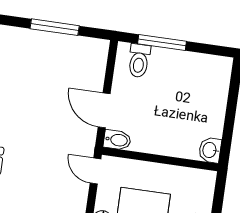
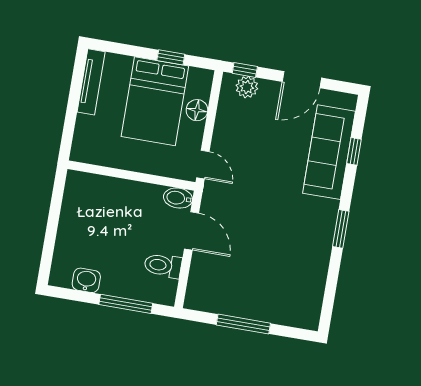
toilet: (139, 61) -> (163, 266), moved, turned -90
washbasin: (210, 150) -> (86, 280), moved, turned -90

